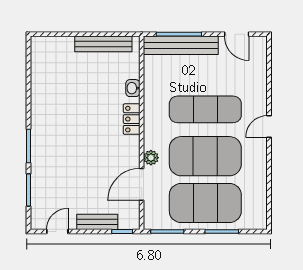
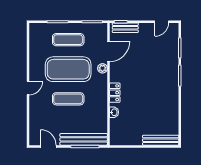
bench: (103, 44) -> (161, 140), moved
exercise mat: (205, 109) -> (68, 99), width x0.73, depth x0.69
exercise mat: (205, 203) -> (68, 40), width x0.50, depth x0.69
bench: (97, 222) -> (125, 28), moved

